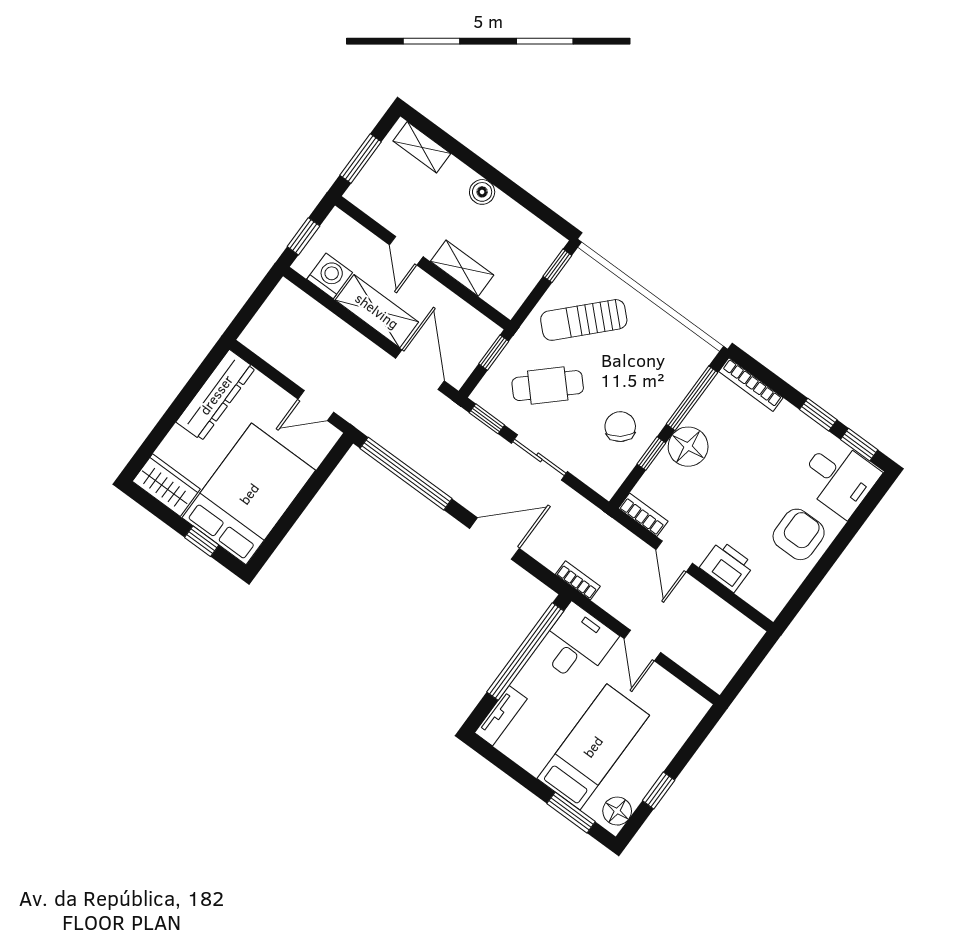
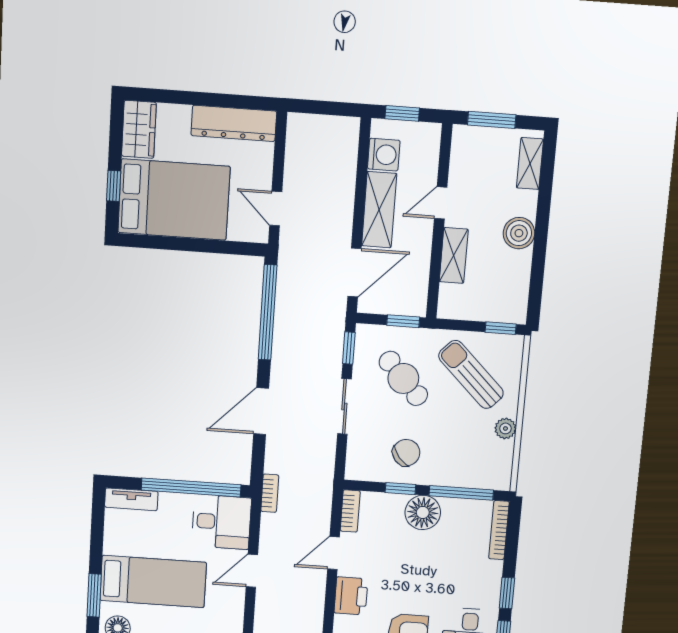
boiler: (482, 192) -> (519, 233), width x1.36, depth x1.36
plant: (656, 319) -> (505, 428), added
door: (494, 539) -> (261, 411), swing flipped

